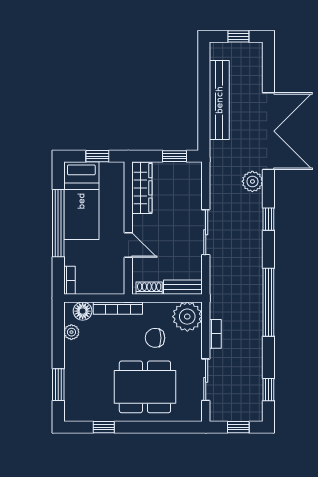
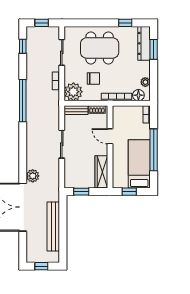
window: (268, 219) -> (23, 152), removed
dresser: (74, 394) -> (144, 43), added

